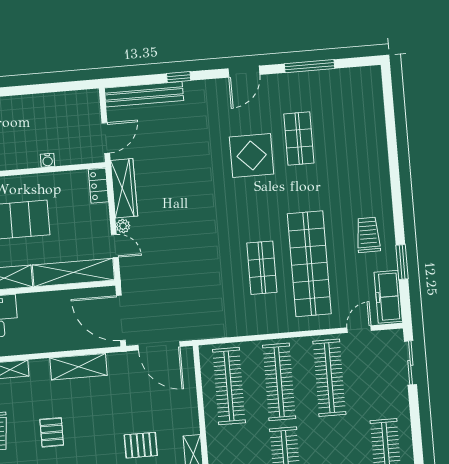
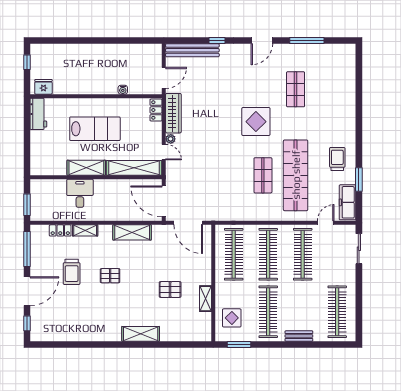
display table: (252, 155) -> (256, 122), moved
pallet: (52, 432) -> (110, 276), turned 90

